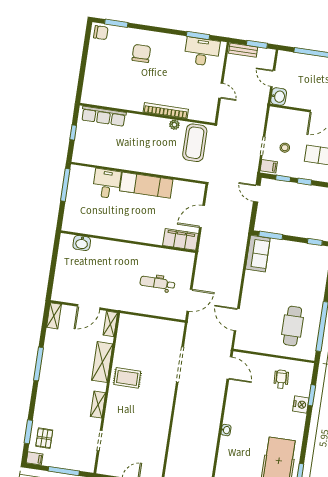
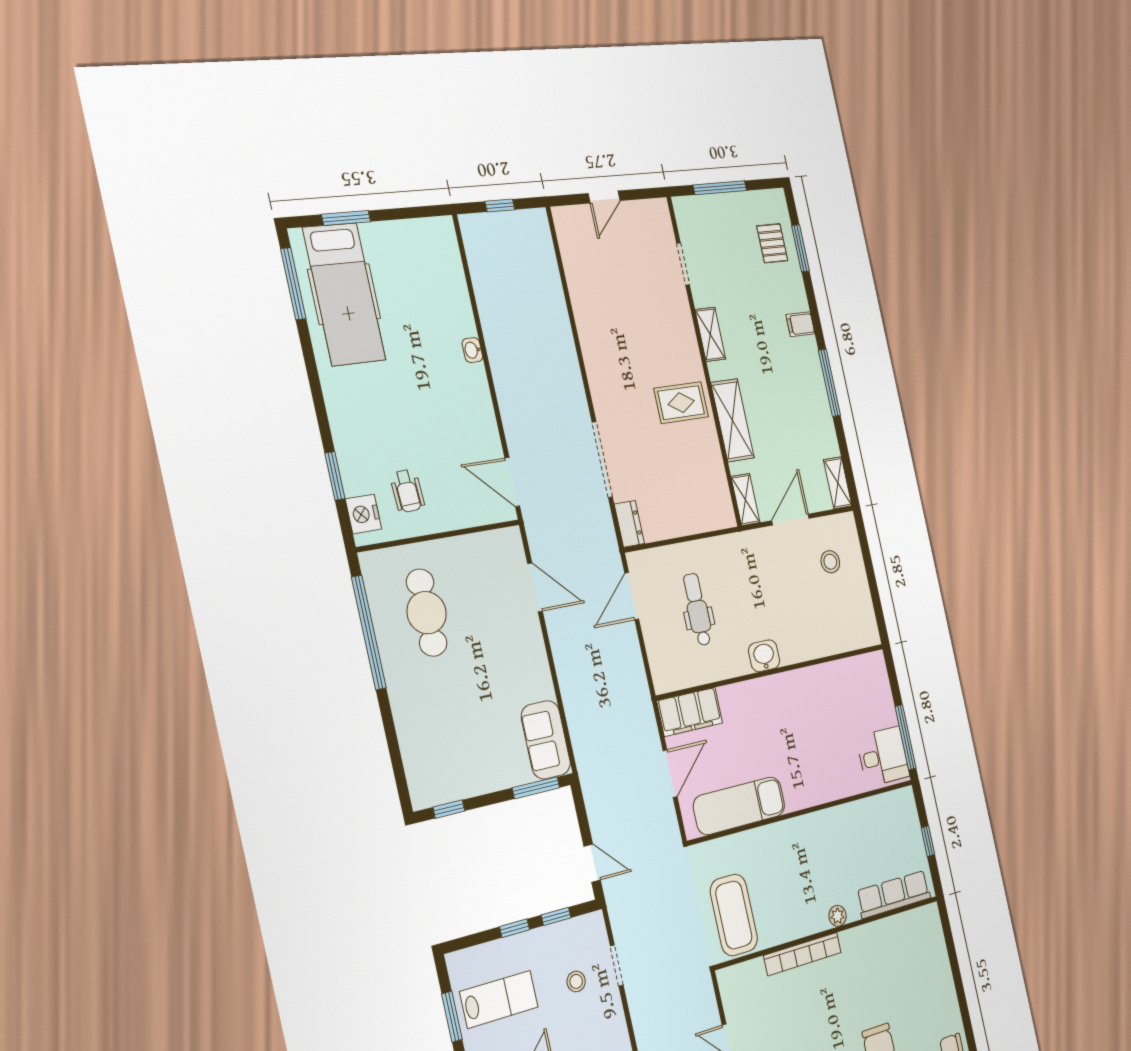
plant: (174, 125) -> (838, 916), moved
filing cabinet: (269, 166) -> (591, 929), removed
desk: (107, 184) -> (883, 757), moved, turned -90
exam couch: (146, 185) -> (739, 806), moved
washbasin: (82, 243) -> (764, 656), moved
stool: (74, 281) -> (830, 562), added
dental chair: (157, 283) -> (697, 609), turned -90
dresser: (178, 332) -> (629, 524), added
nightstand: (301, 405) -> (364, 514), moved
filing cabinet: (35, 458) -> (800, 324), moved

